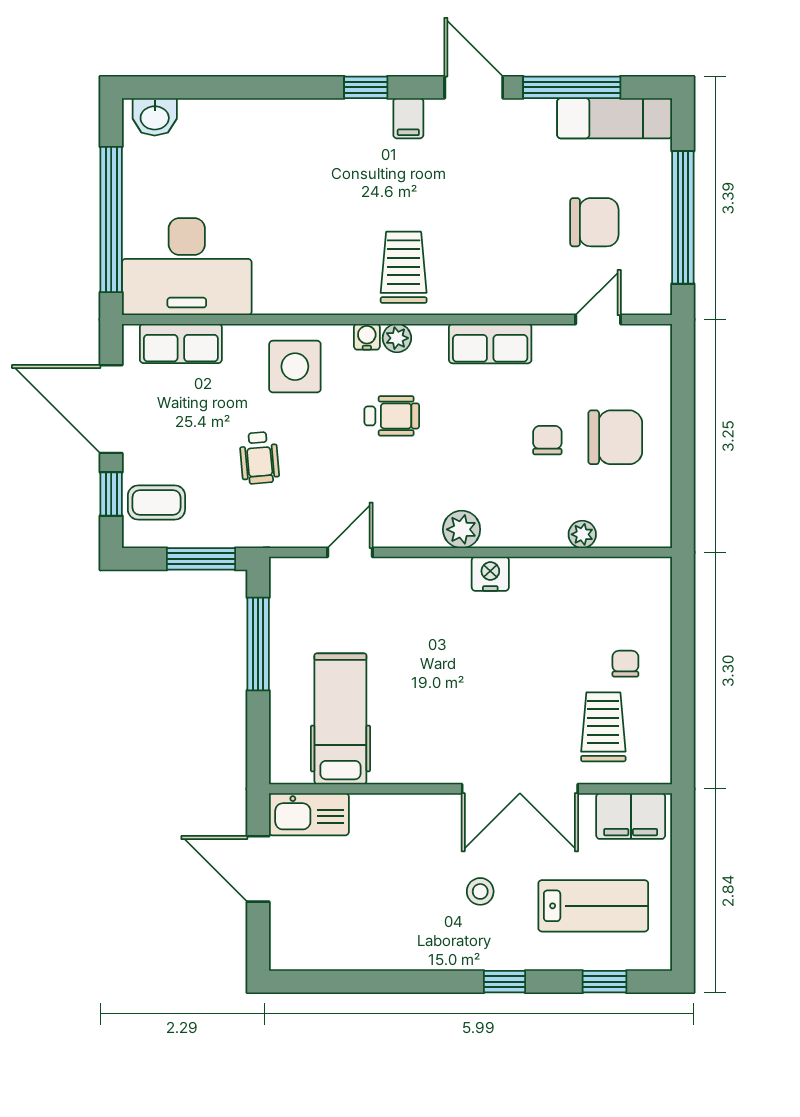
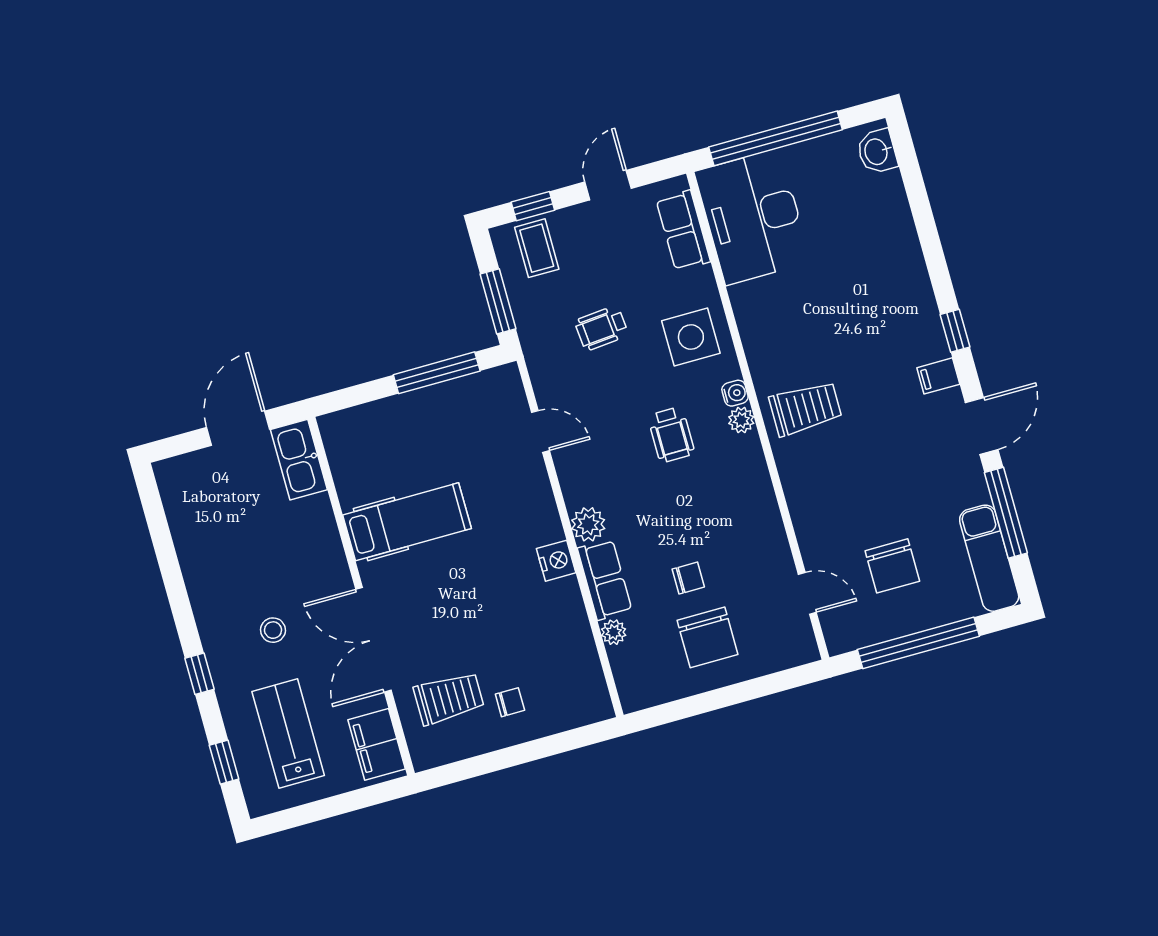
row of seats: (490, 344) -> (605, 580), moved, turned 180
door: (111, 409) -> (608, 185), width x0.53
hospital bed: (340, 719) -> (407, 522), moved
lab bench: (593, 906) -> (288, 733), turned 180

